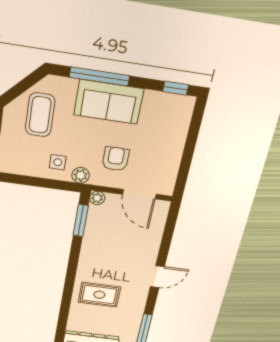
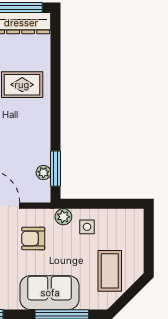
armchair: (116, 159) -> (33, 238), turned 90
plant: (97, 198) -> (43, 173), moved

